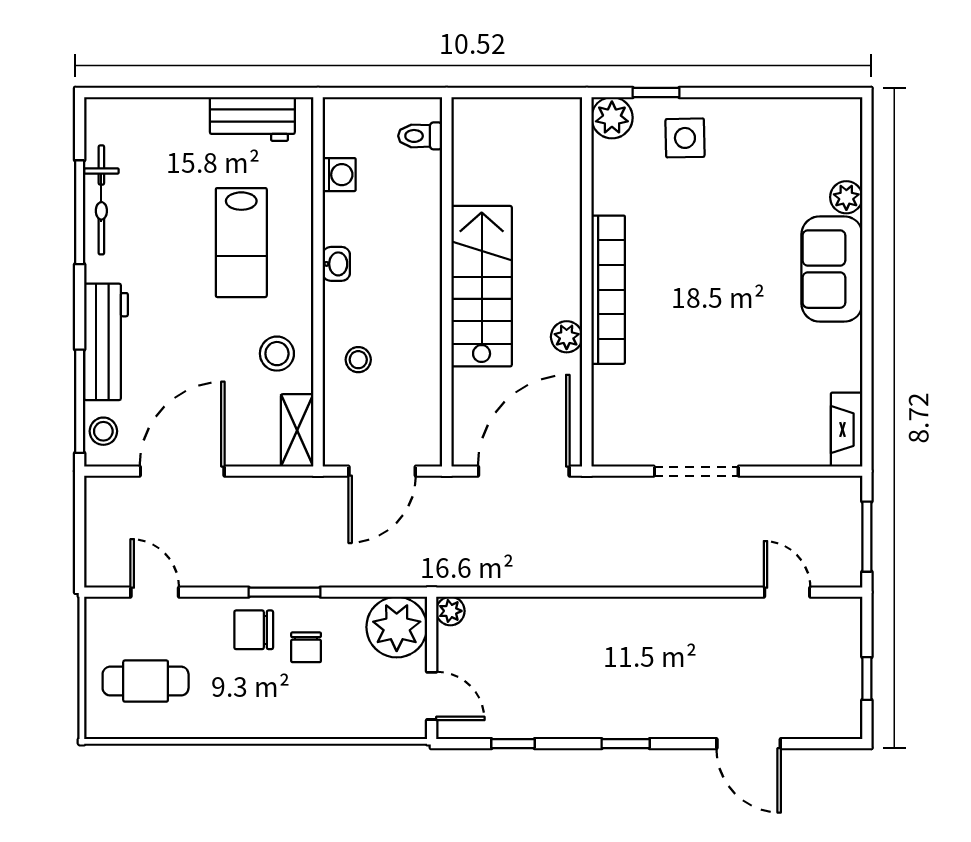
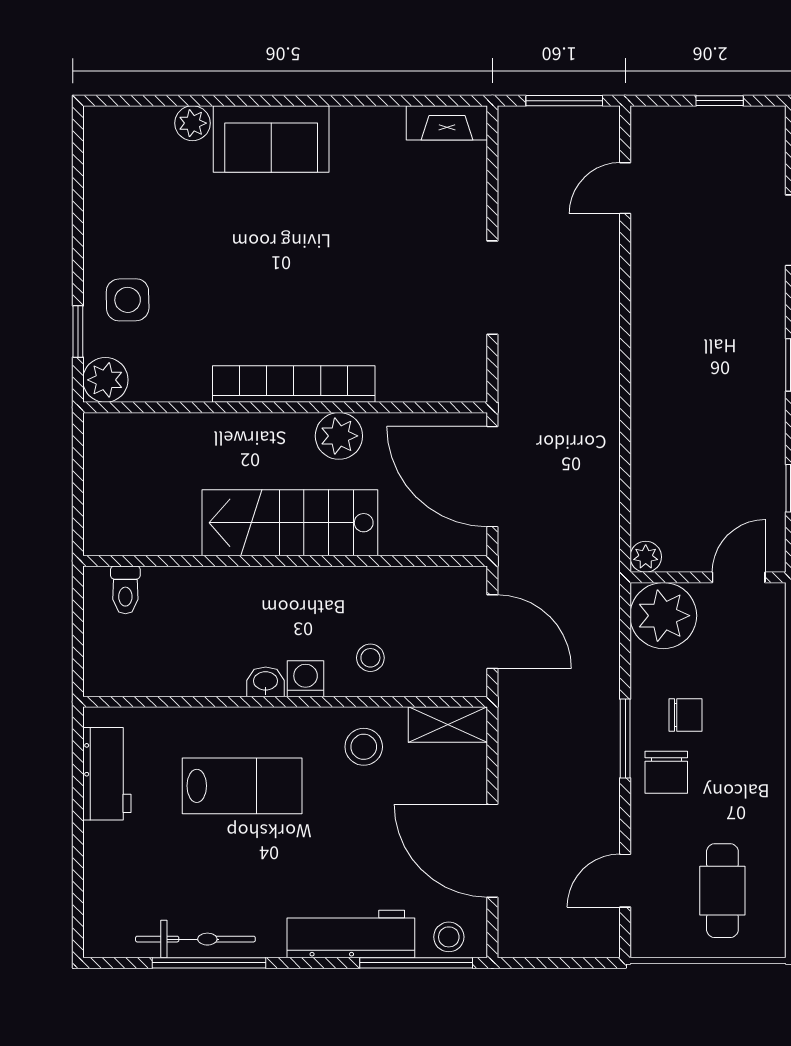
washing machine: (339, 175) -> (306, 679), moved
plant: (567, 337) -> (339, 436), width x1.38, depth x1.38

